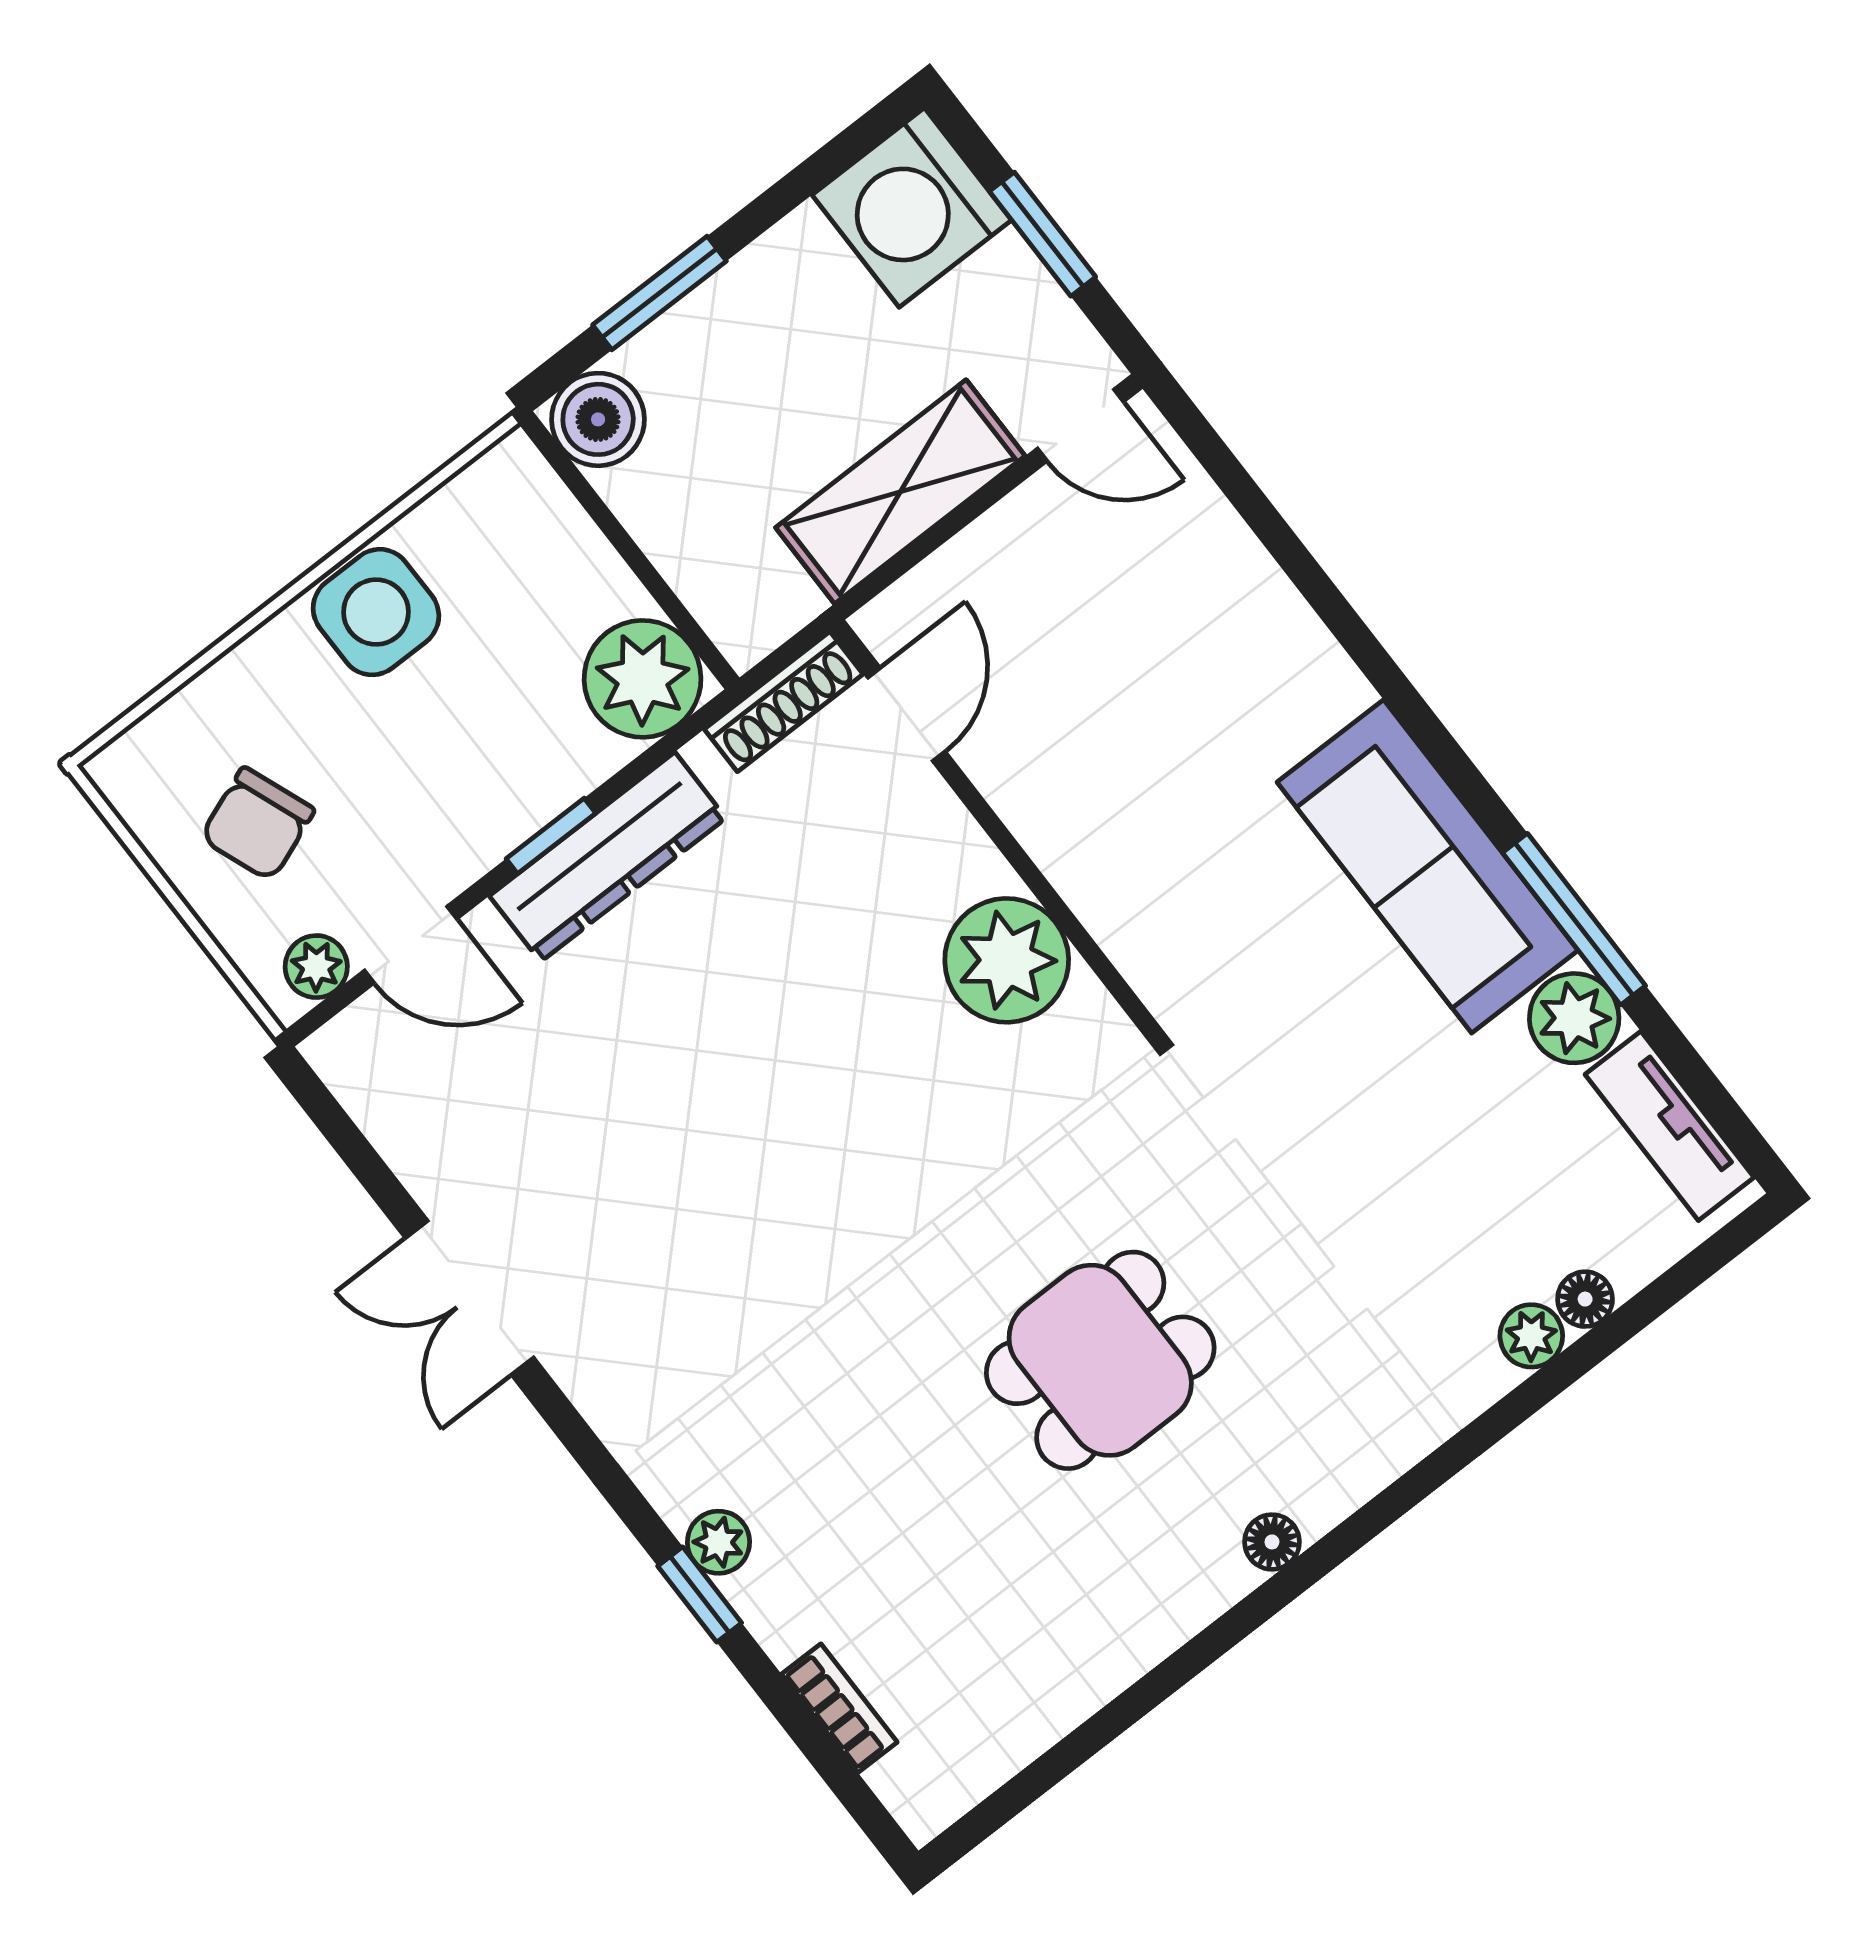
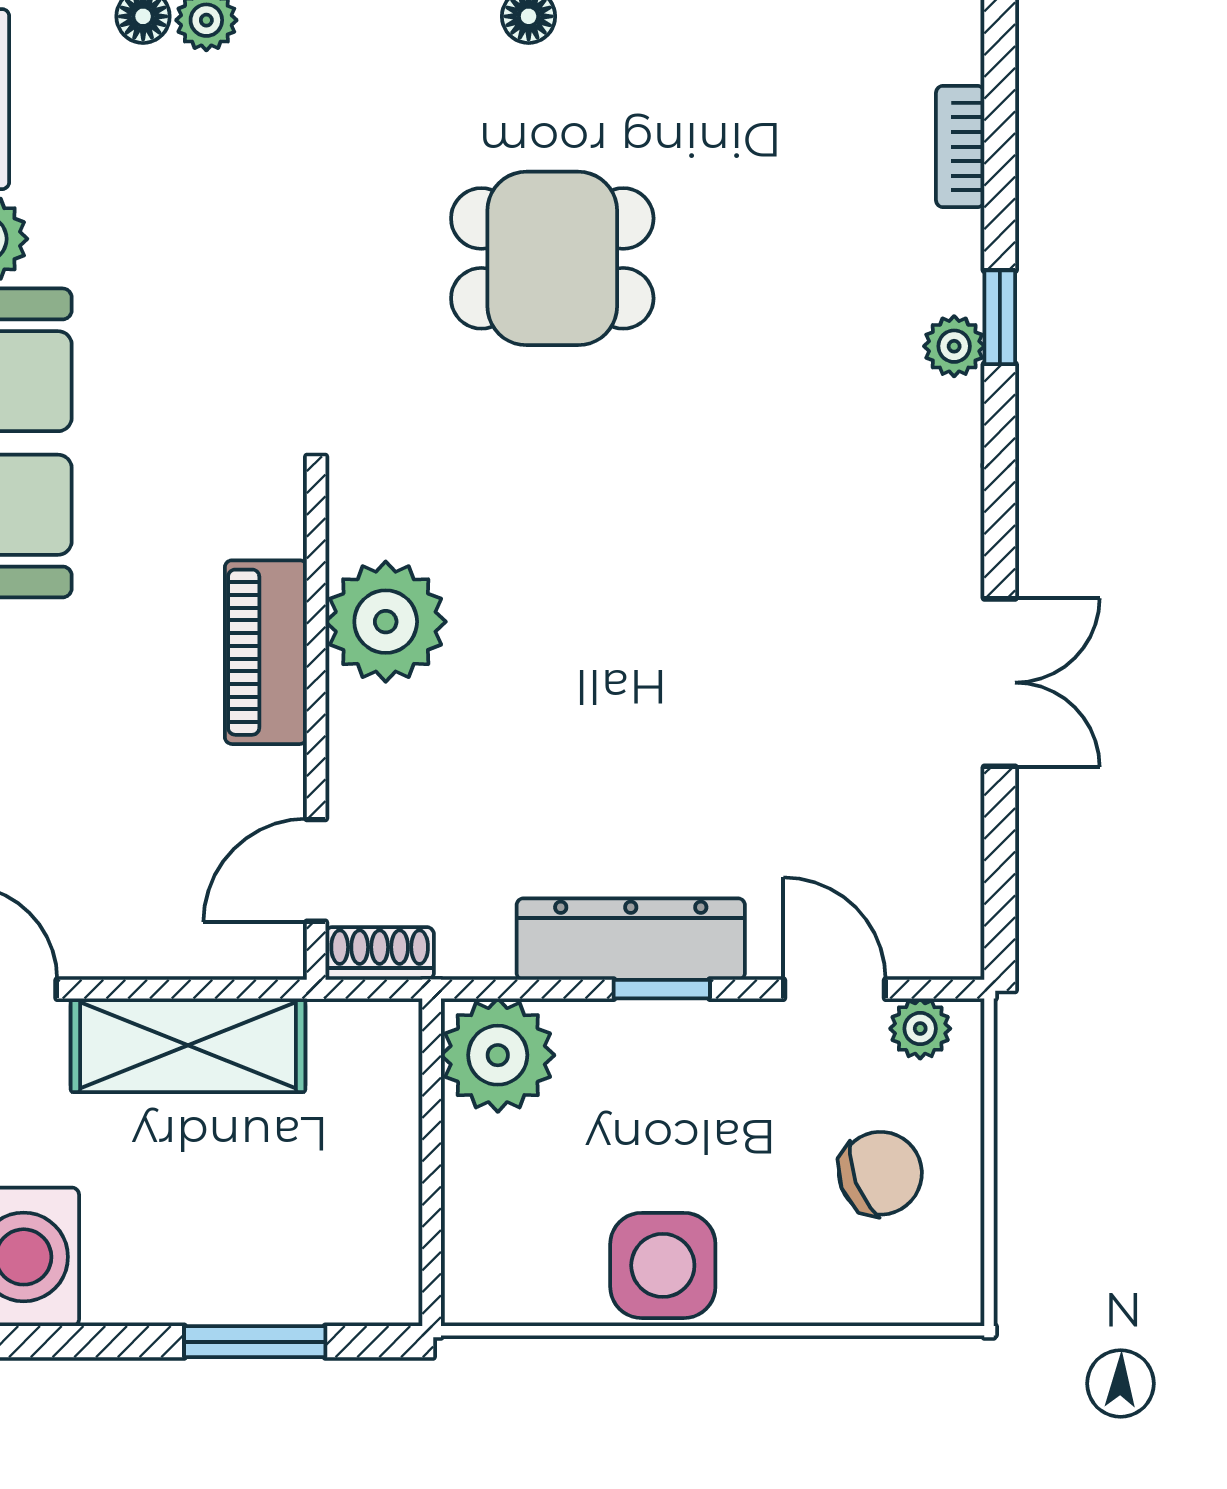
boiler: (598, 419) -> (377, 1281), removed
shoe rack: (784, 702) -> (380, 953), width x0.70
piano: (1085, 860) -> (266, 652), added

